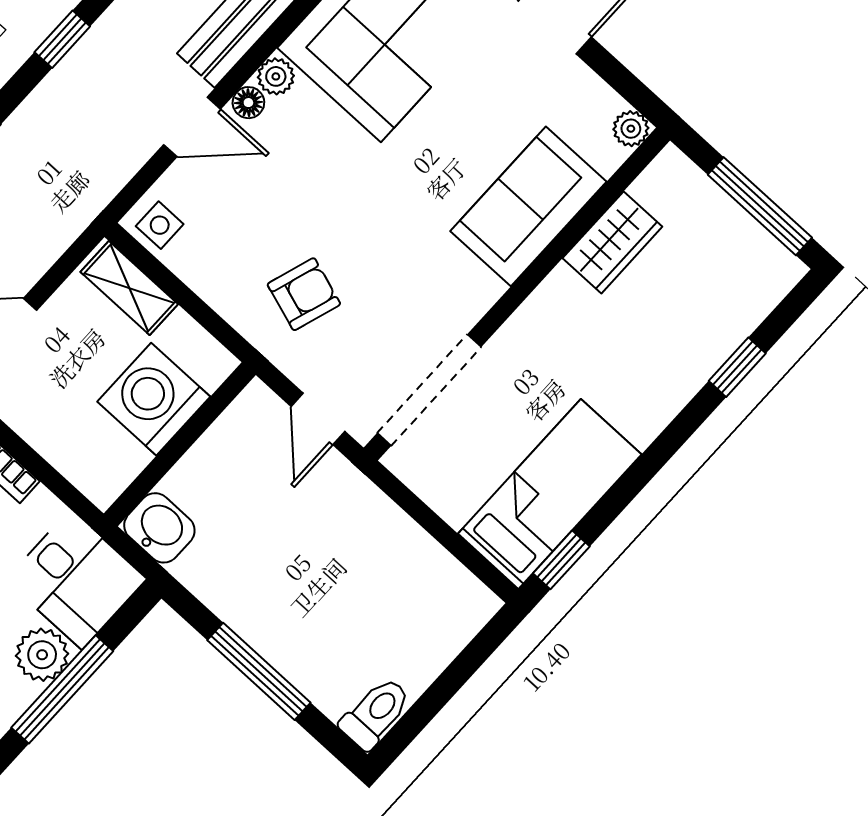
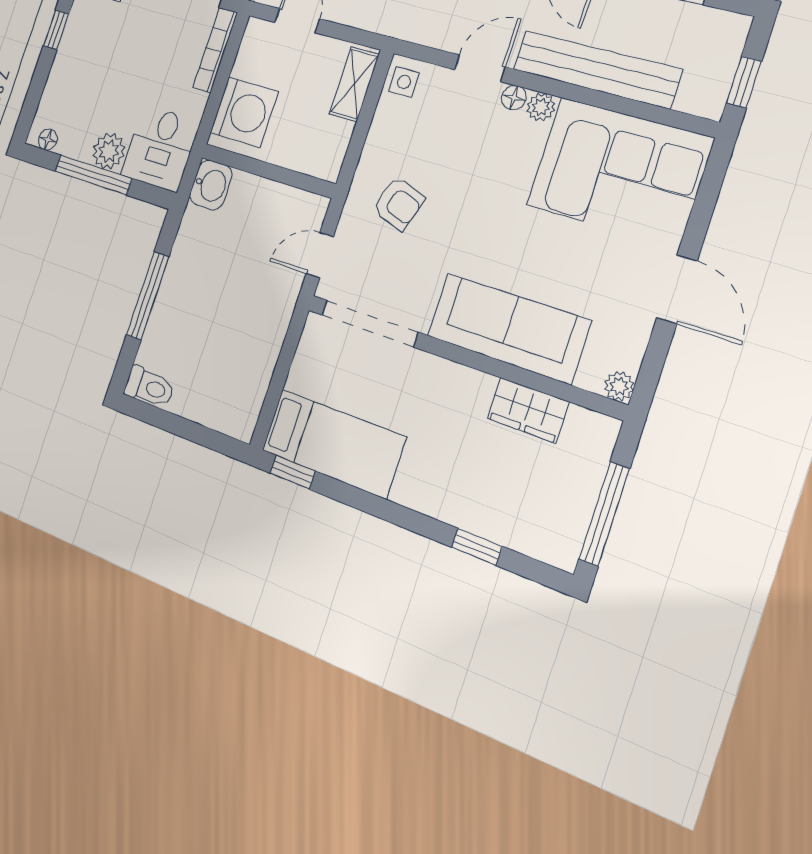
door: (192, 127) -> (480, 68), swing flipped
sofa: (528, 206) -> (508, 328), width x1.36
washing machine: (154, 399) -> (244, 112), moved, turned 90

